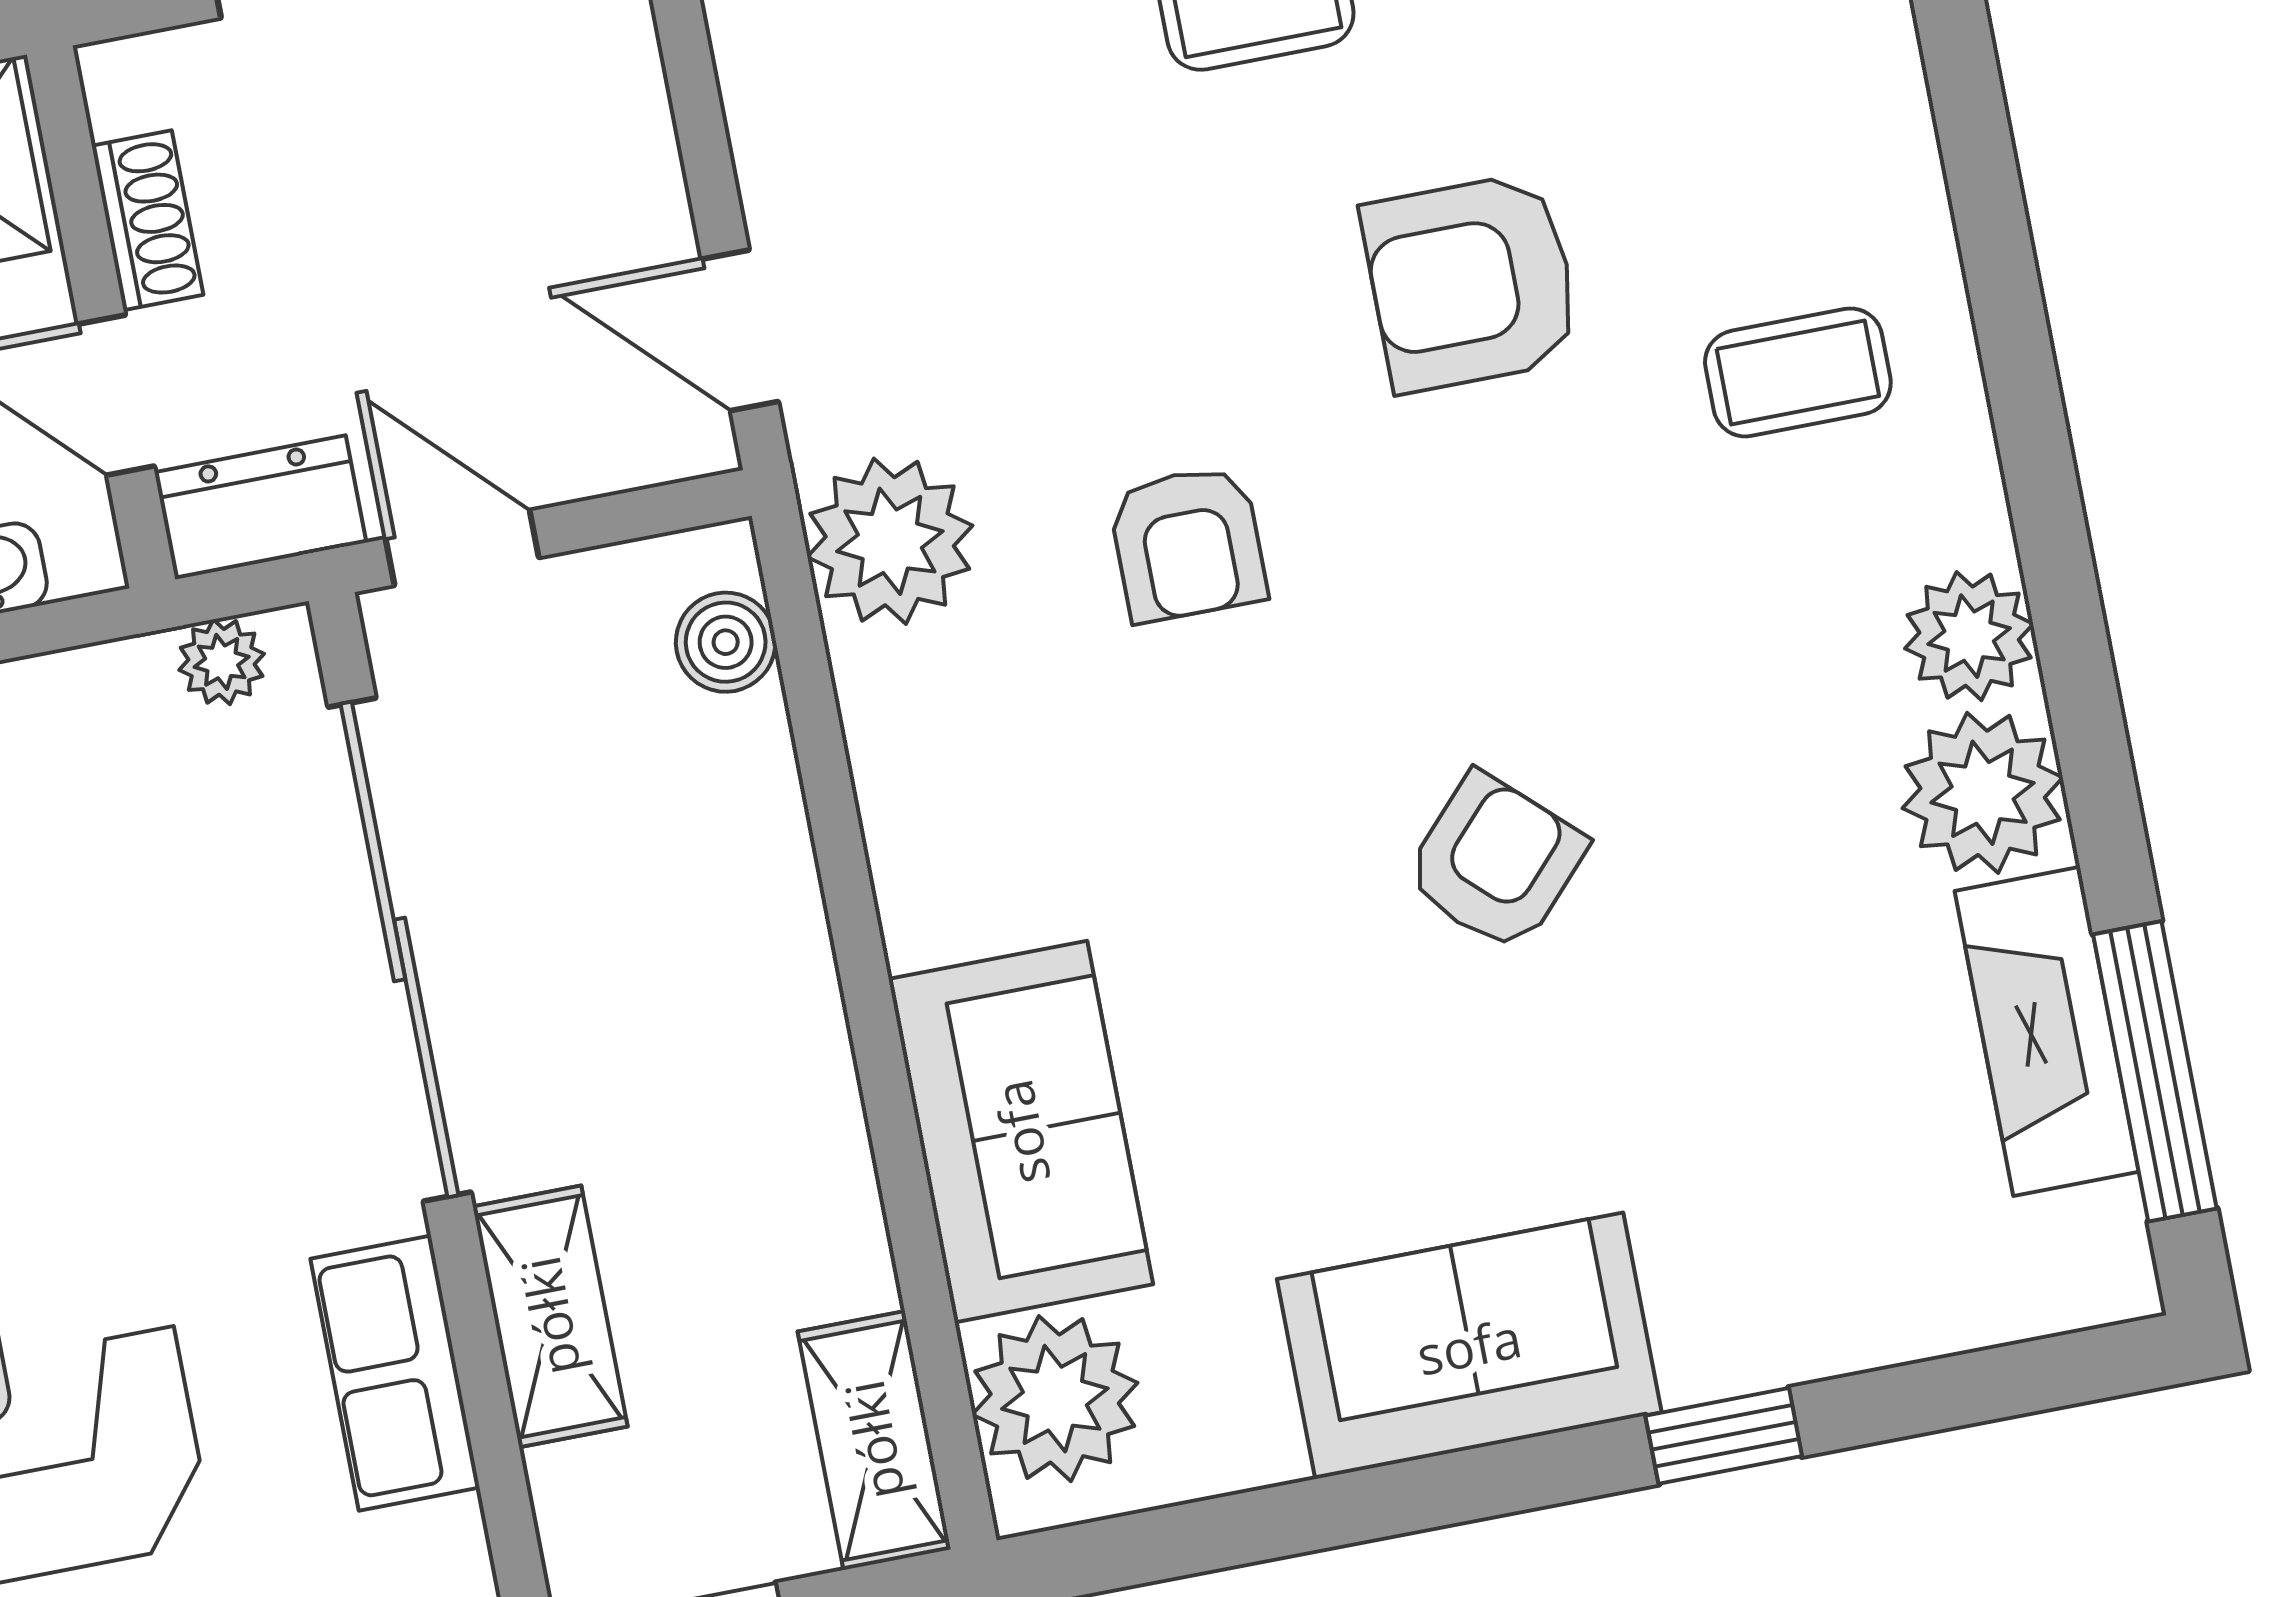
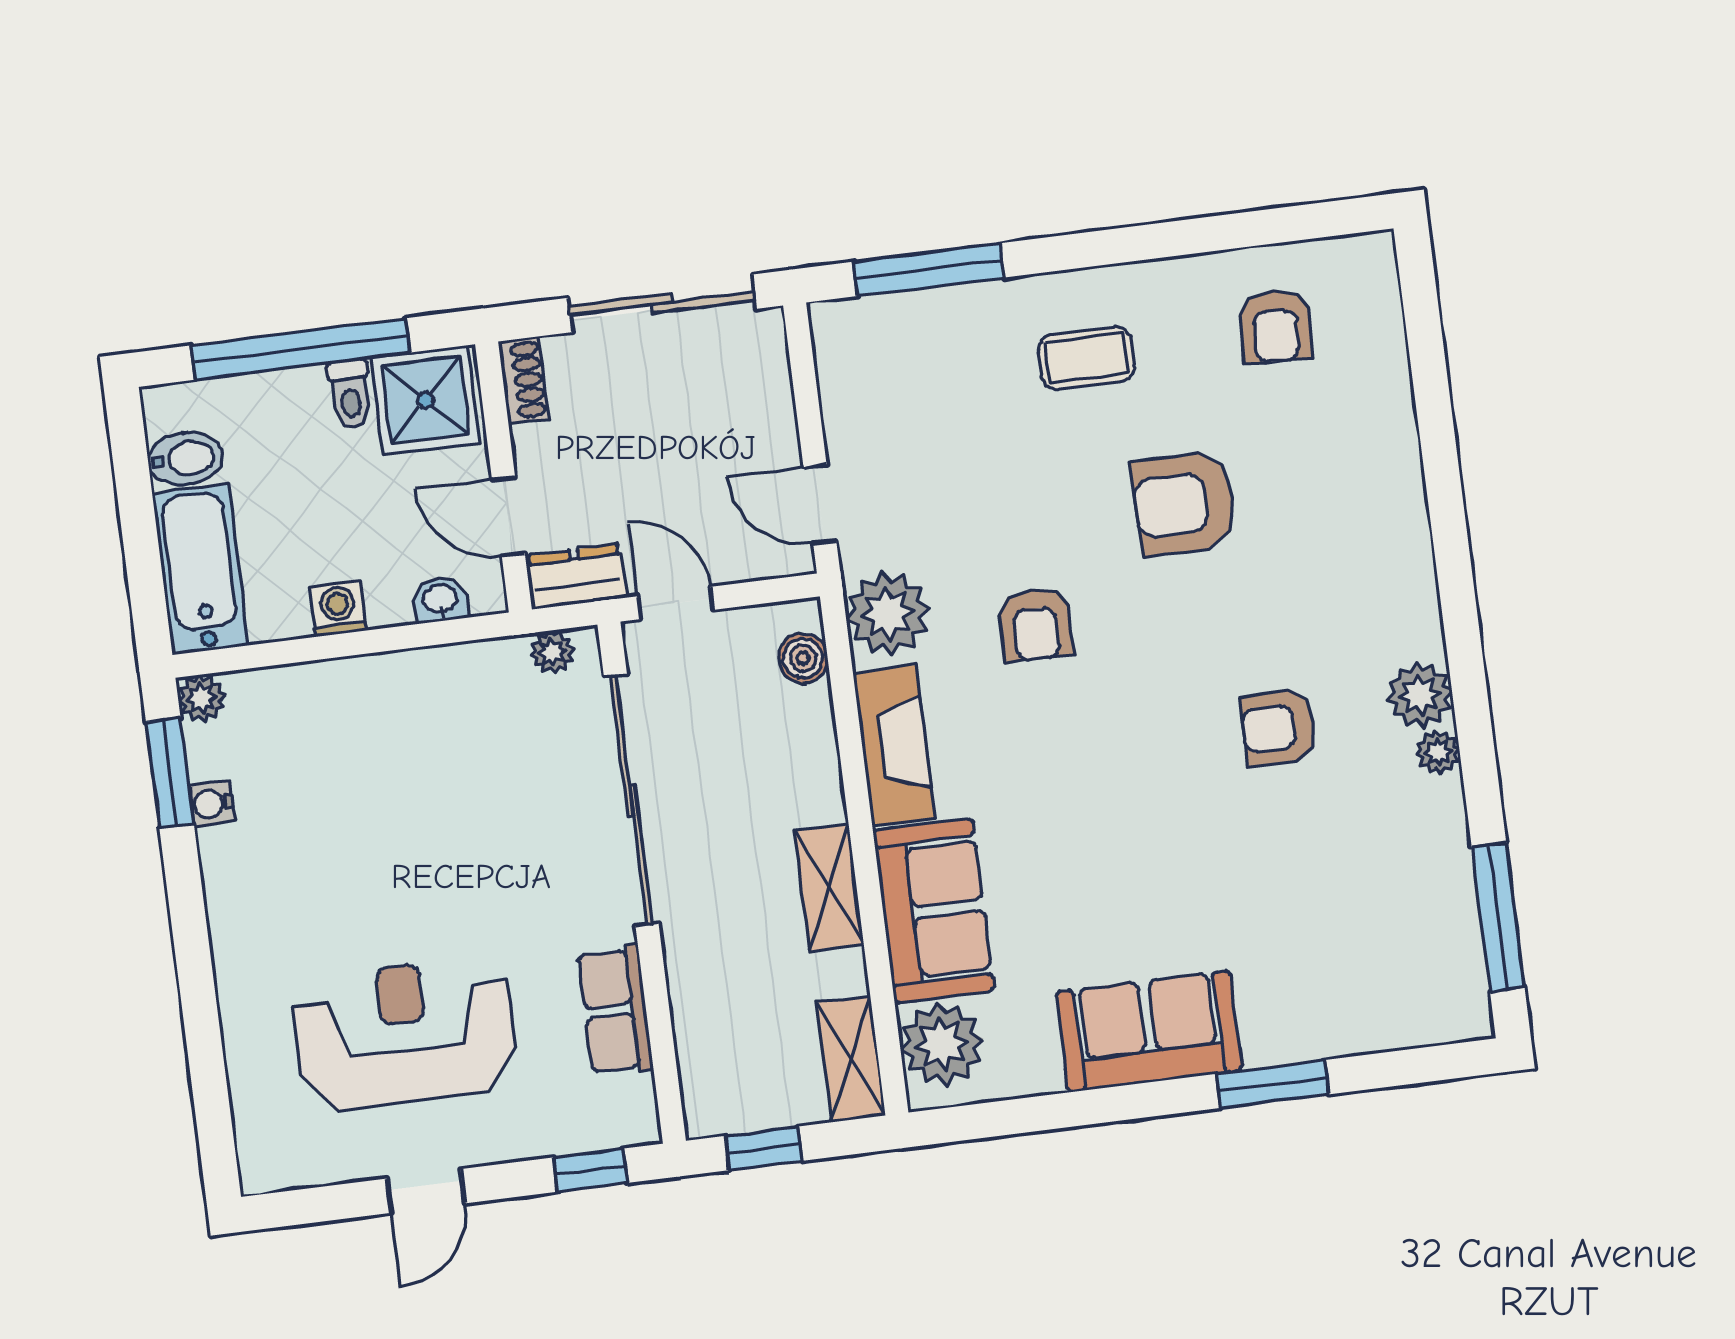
shoe rack: (147, 220) -> (523, 380), moved
coffee table: (1798, 372) -> (1343, 559), removed
plant: (1983, 793) -> (1438, 752), width x0.53, depth x0.53
armchair: (1495, 862) -> (1278, 728), moved, turned -133
fireplace: (2047, 1031) -> (894, 745), moved, turned 180
shelving: (550, 1316) -> (829, 887), moved
window: (1724, 1436) -> (1273, 1084), width x1.50

